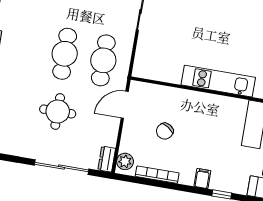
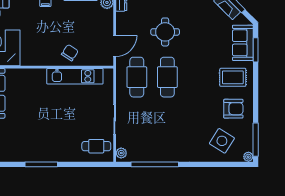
kitchen unit: (218, 81) -> (75, 76), moved
chair: (165, 131) -> (70, 53), moved

